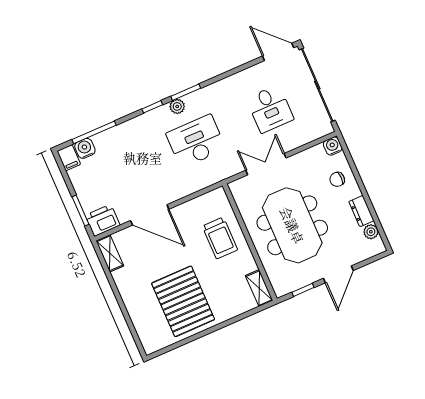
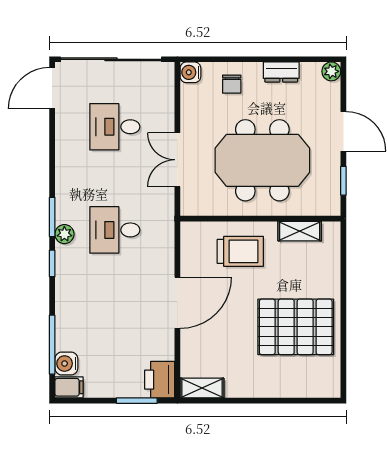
desk: (270, 109) -> (115, 127), turned 180
desk: (196, 141) -> (115, 230), width x0.73
door: (150, 215) -> (177, 303), moved
plant: (371, 232) -> (331, 71), moved
shelving: (259, 288) -> (300, 231), moved

